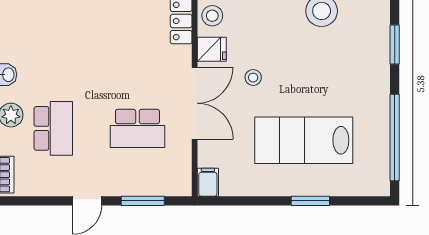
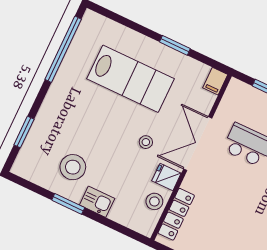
window: (395, 45) -> (24, 132), moved
window: (310, 201) -> (175, 45), moved

